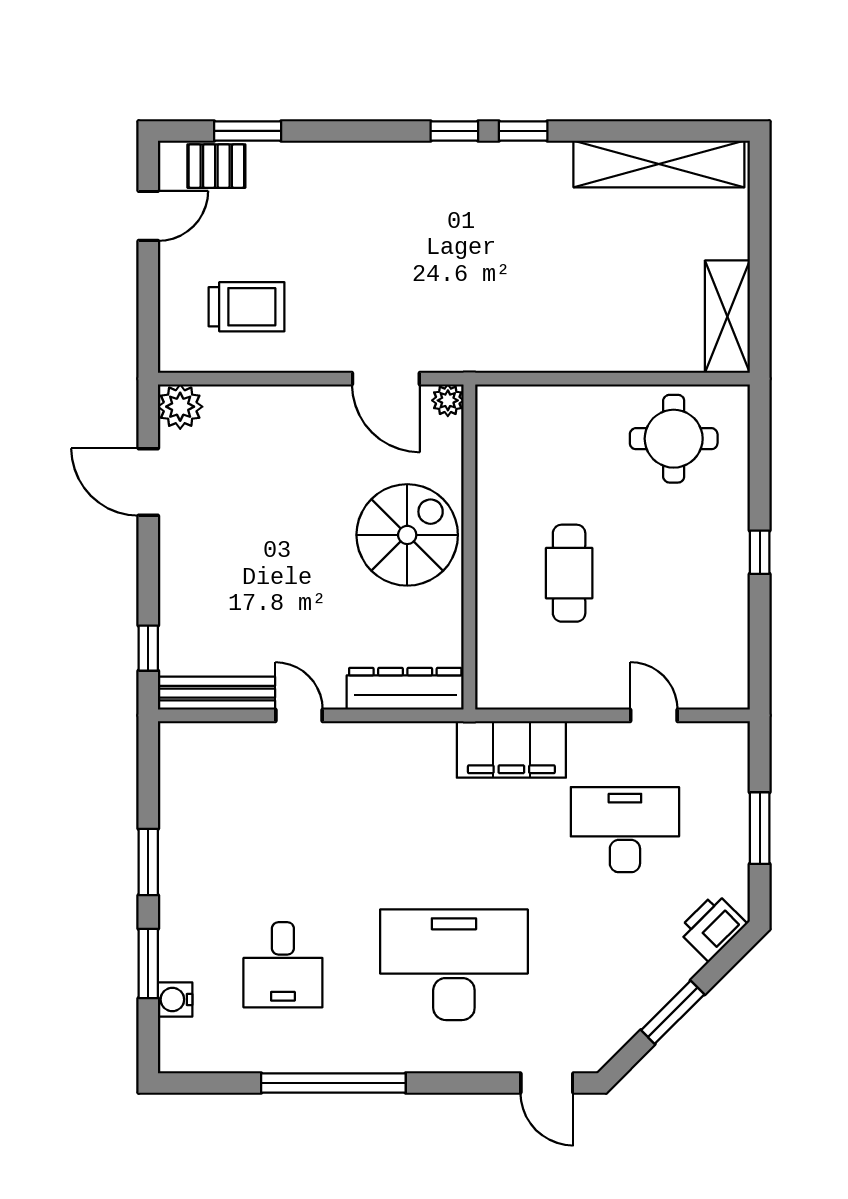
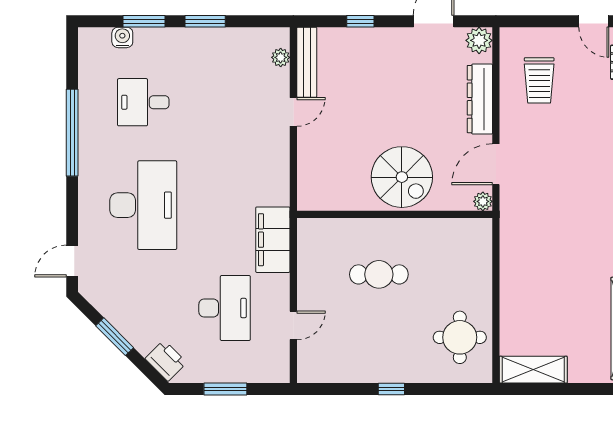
window: (148, 648) -> (360, 21), moved
dresser: (405, 689) -> (480, 99), moved, turned 180
plant: (209, 737) -> (281, 57), added

